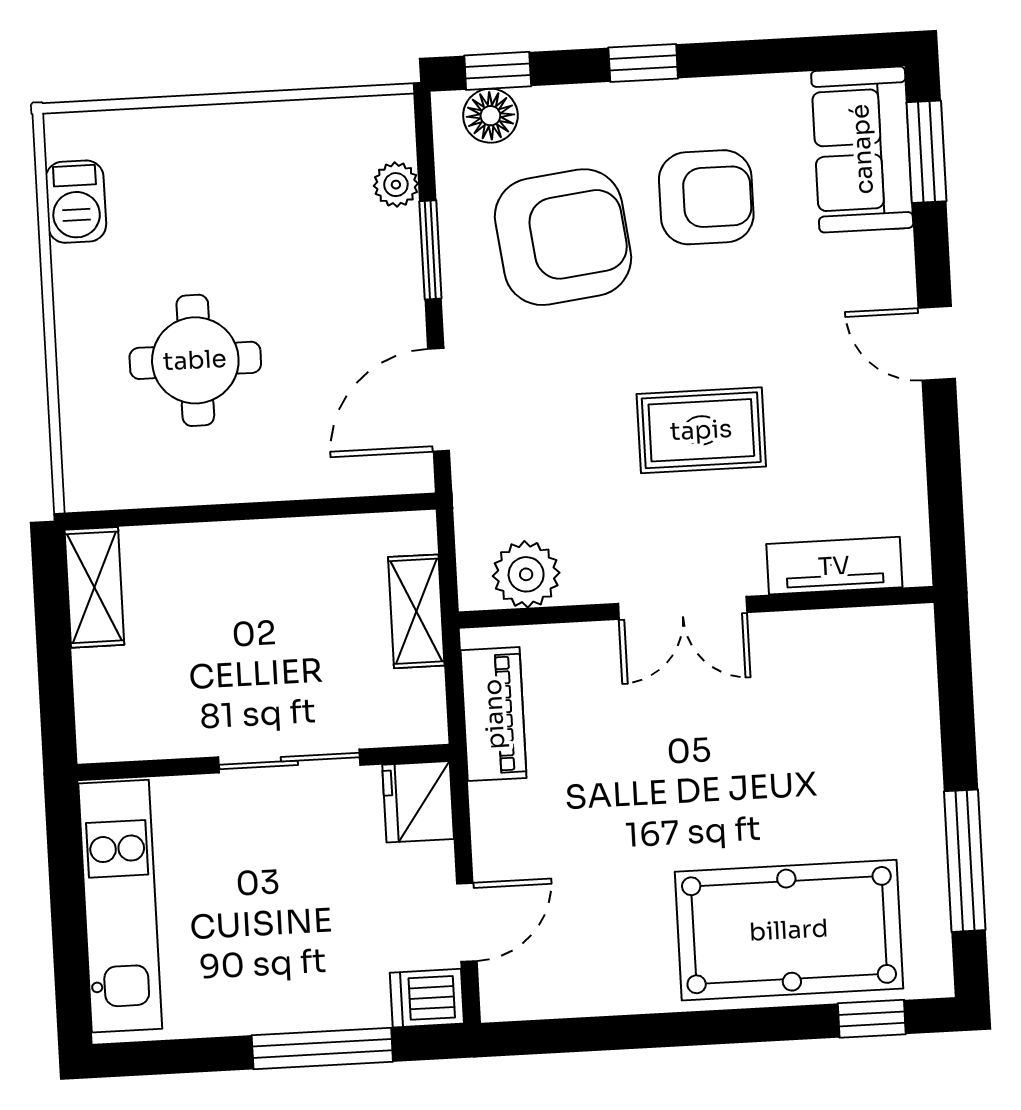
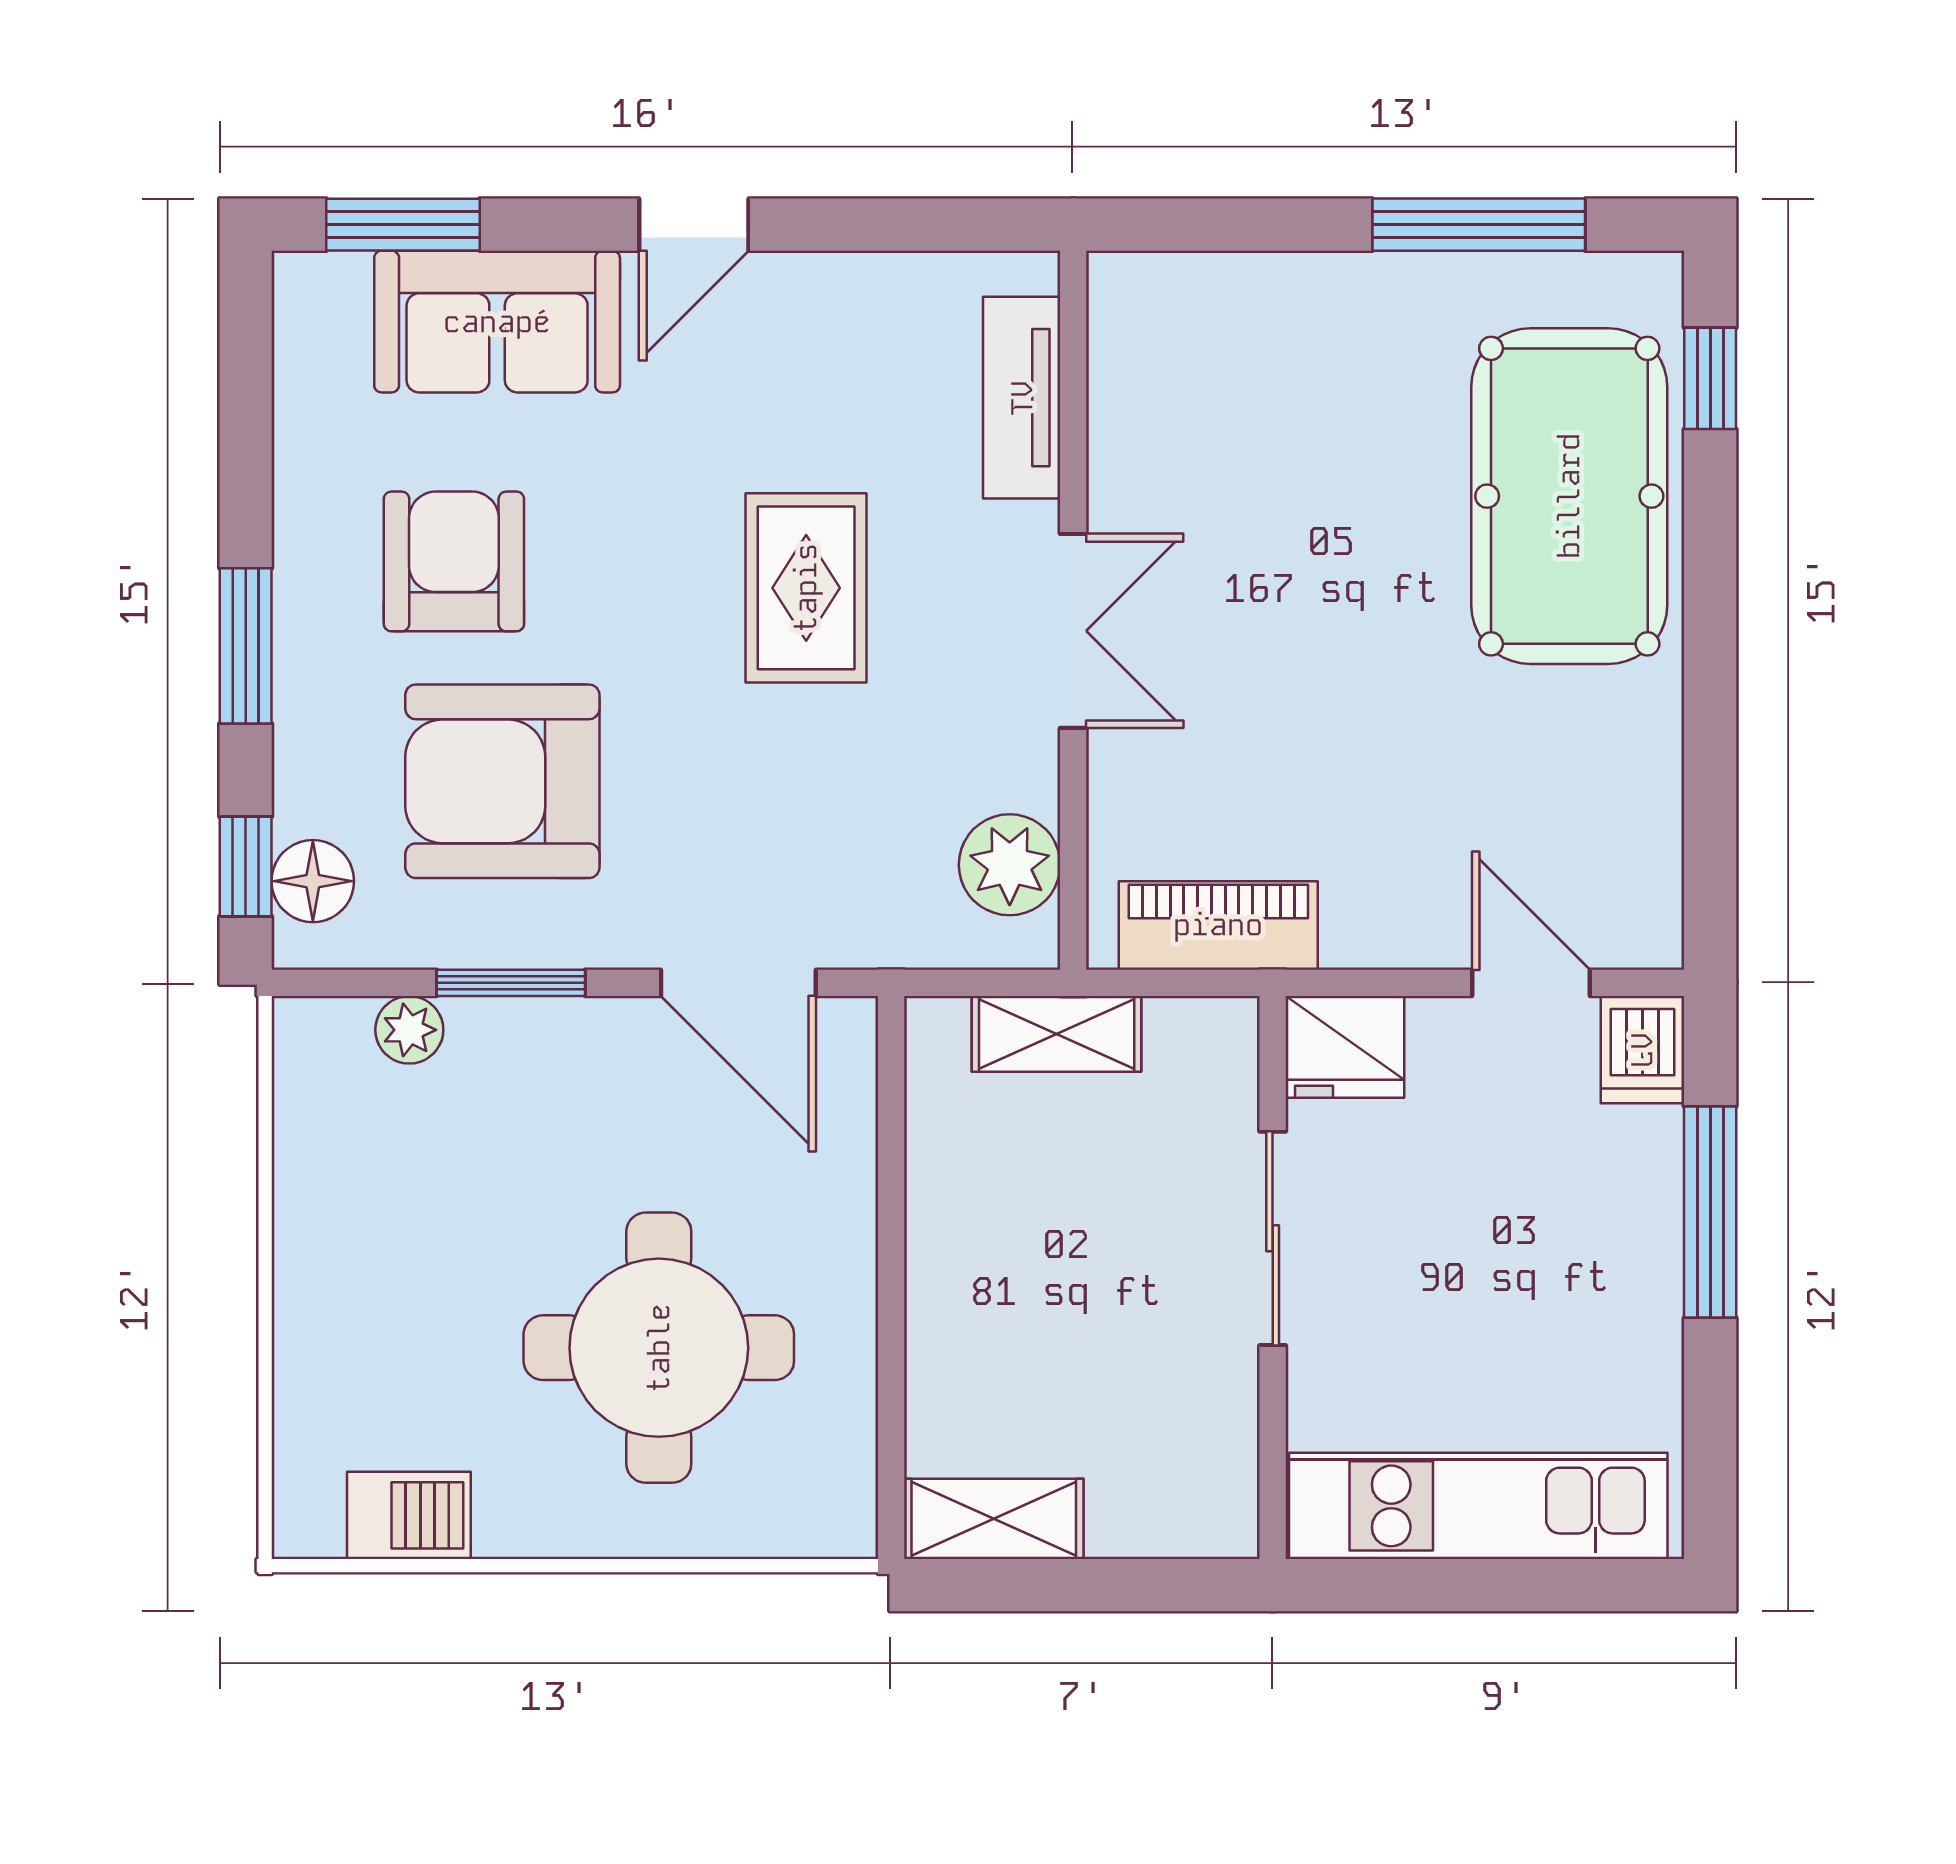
window: (643, 63) -> (246, 646), width x1.50
sofa: (862, 149) -> (497, 322), moved
armchair: (563, 237) -> (502, 781), turned -83
round table: (195, 360) -> (659, 1348), width x1.36, depth x1.36

